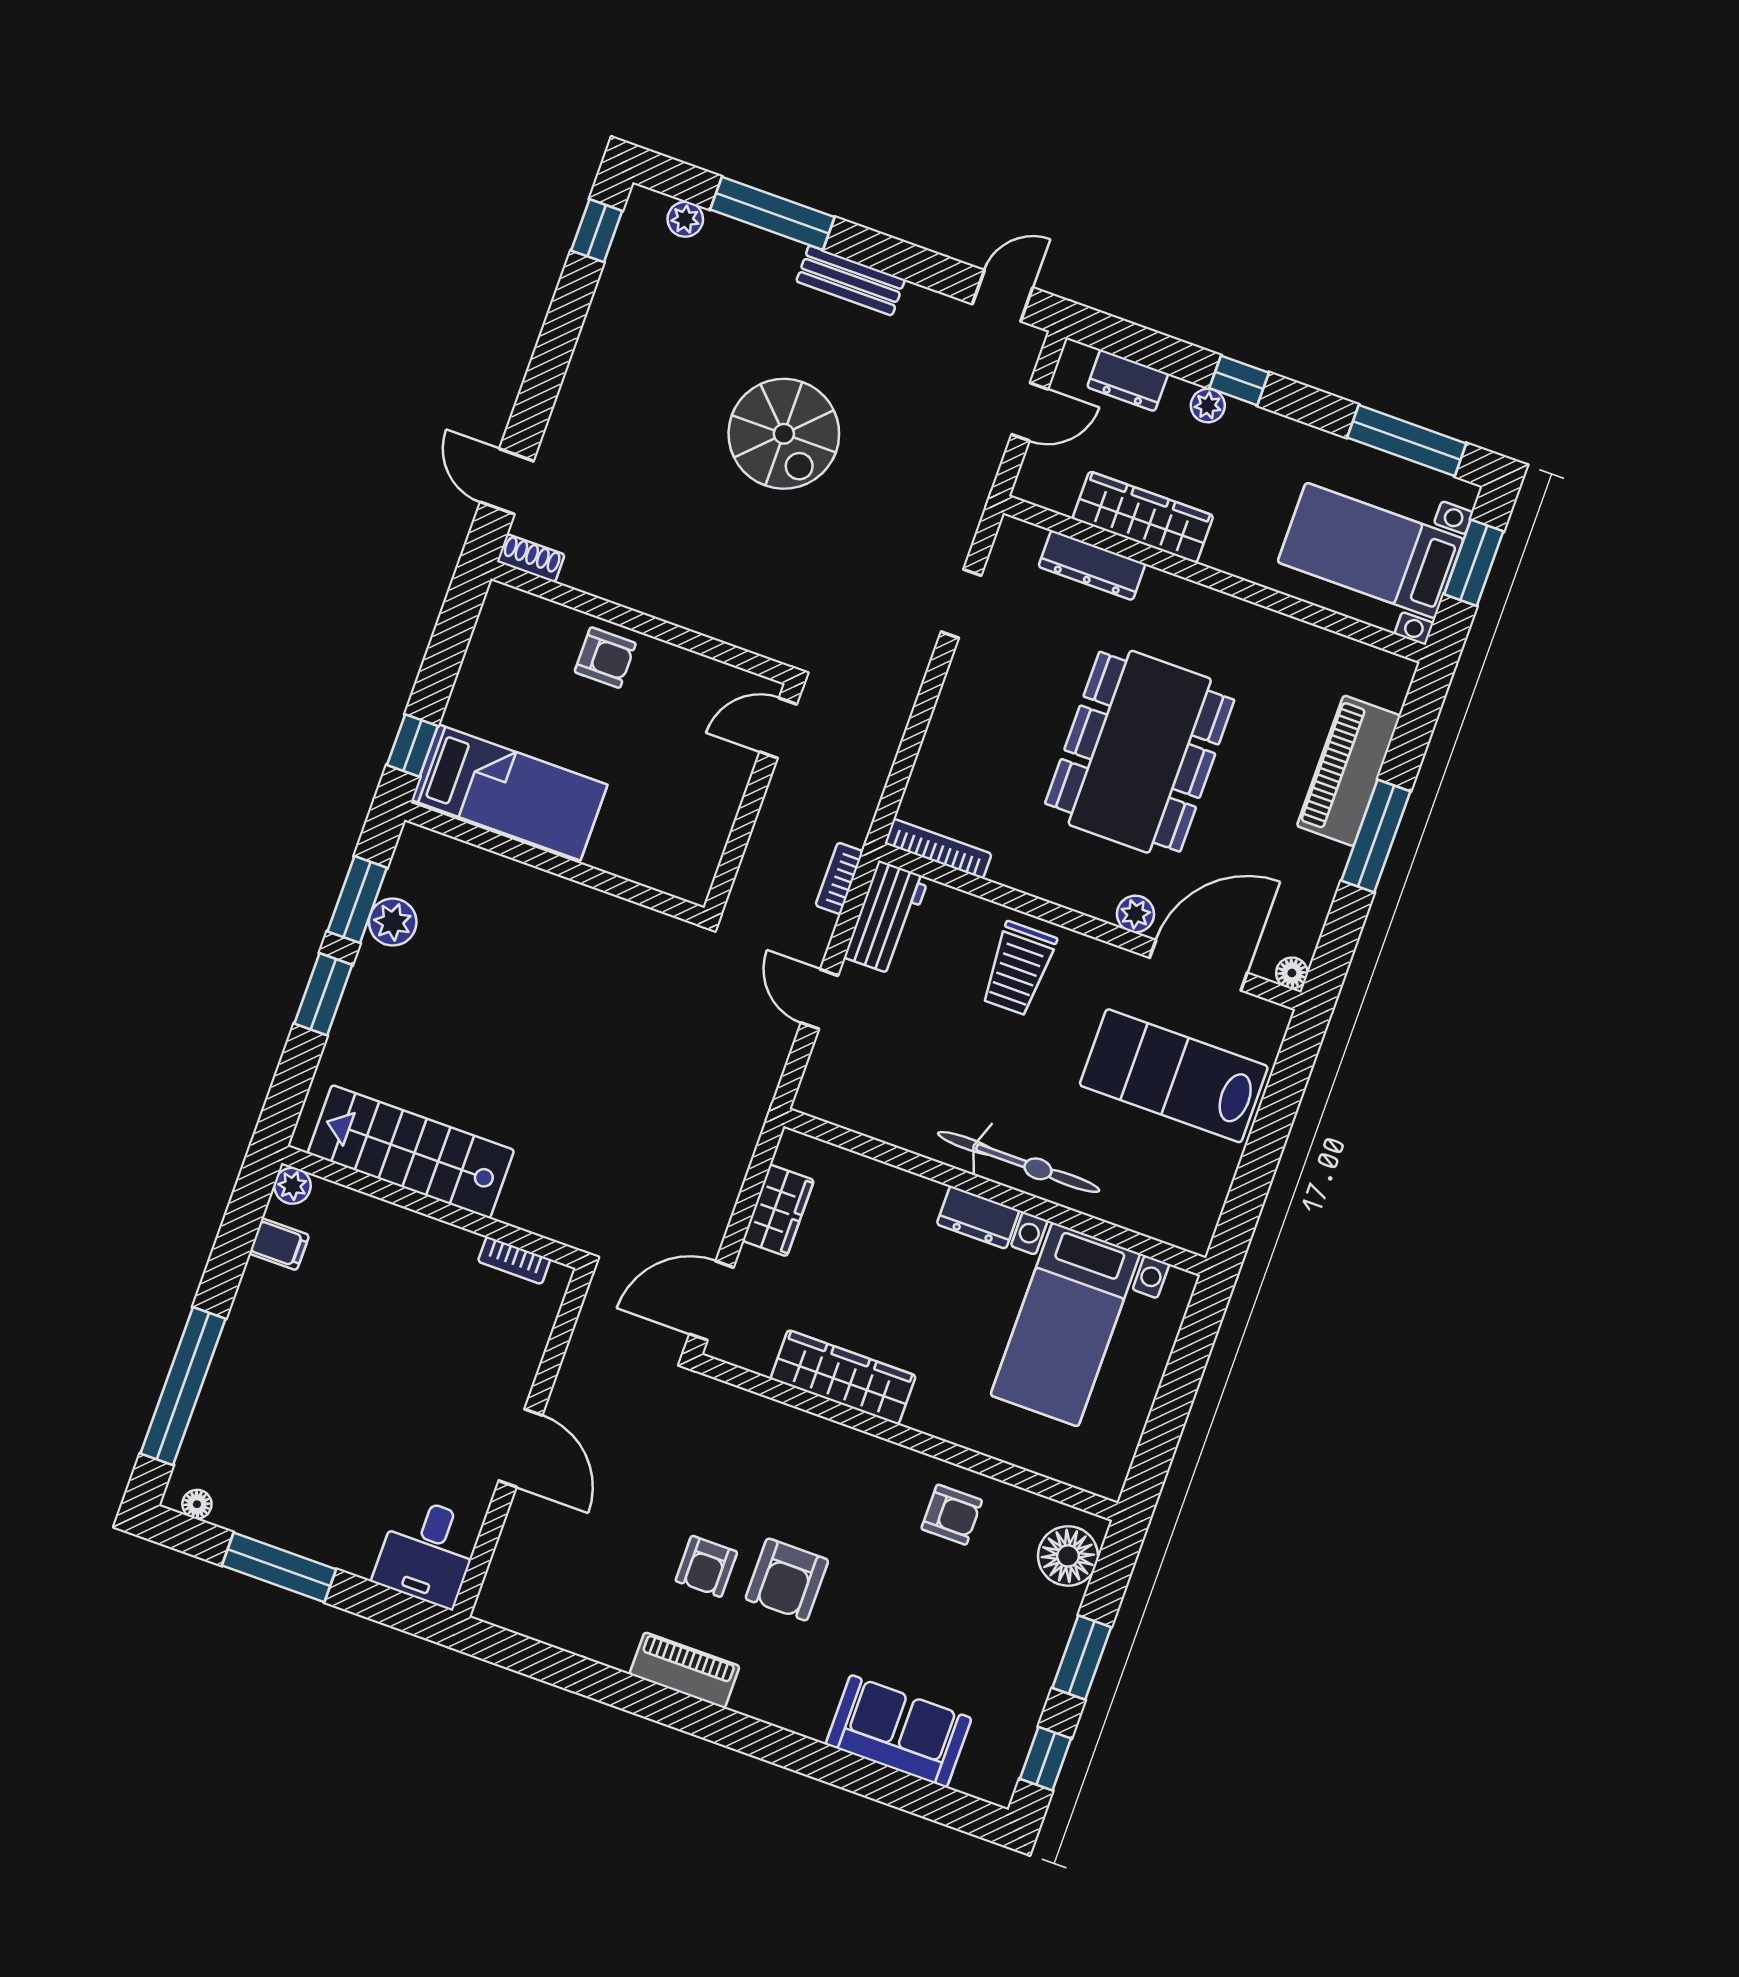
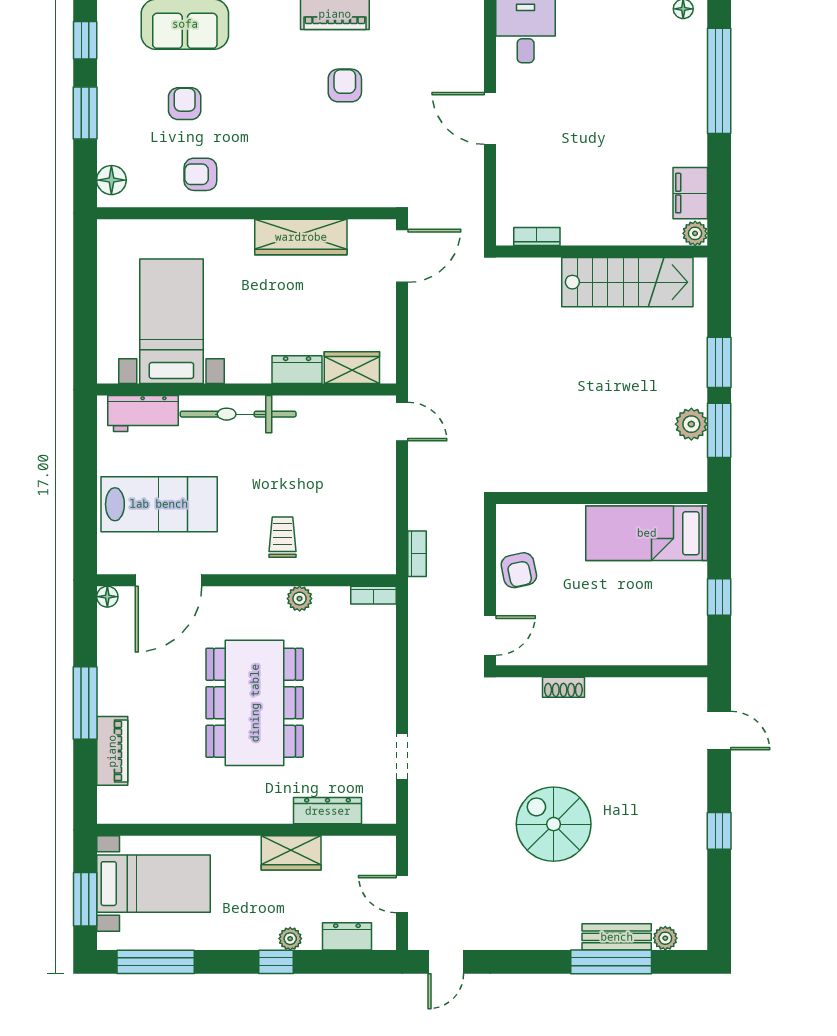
window: (597, 231) -> (719, 831), moved
bench: (851, 280) -> (617, 937), moved
door: (1030, 412) -> (402, 894), hinge flipped
wardrobe: (1143, 517) -> (291, 853), width x0.67
shoe rack: (531, 558) -> (563, 687), moved
armchair: (605, 658) -> (519, 570), moved, turned -102
window: (412, 745) -> (719, 597), moved
piano: (1349, 771) -> (112, 751), width x0.73, depth x0.75
bookcase: (938, 849) -> (374, 595), width x0.64
plant: (1135, 914) -> (300, 599), moved
workbench: (886, 918) -> (143, 413), moved, turned -90
trolley: (1018, 969) -> (282, 537), width x0.73, depth x0.72
door: (820, 999) -> (402, 422), moved
wardrobe: (778, 1210) -> (352, 368), moved, turned 90
dresser: (978, 1217) -> (297, 370), moved
filing cabinet: (279, 1244) -> (690, 193), width x2.00
floor lamp: (1068, 1556) -> (111, 180), width x0.73, depth x0.73
armchair: (787, 1579) -> (185, 104), moved, width x0.72, depth x0.72

